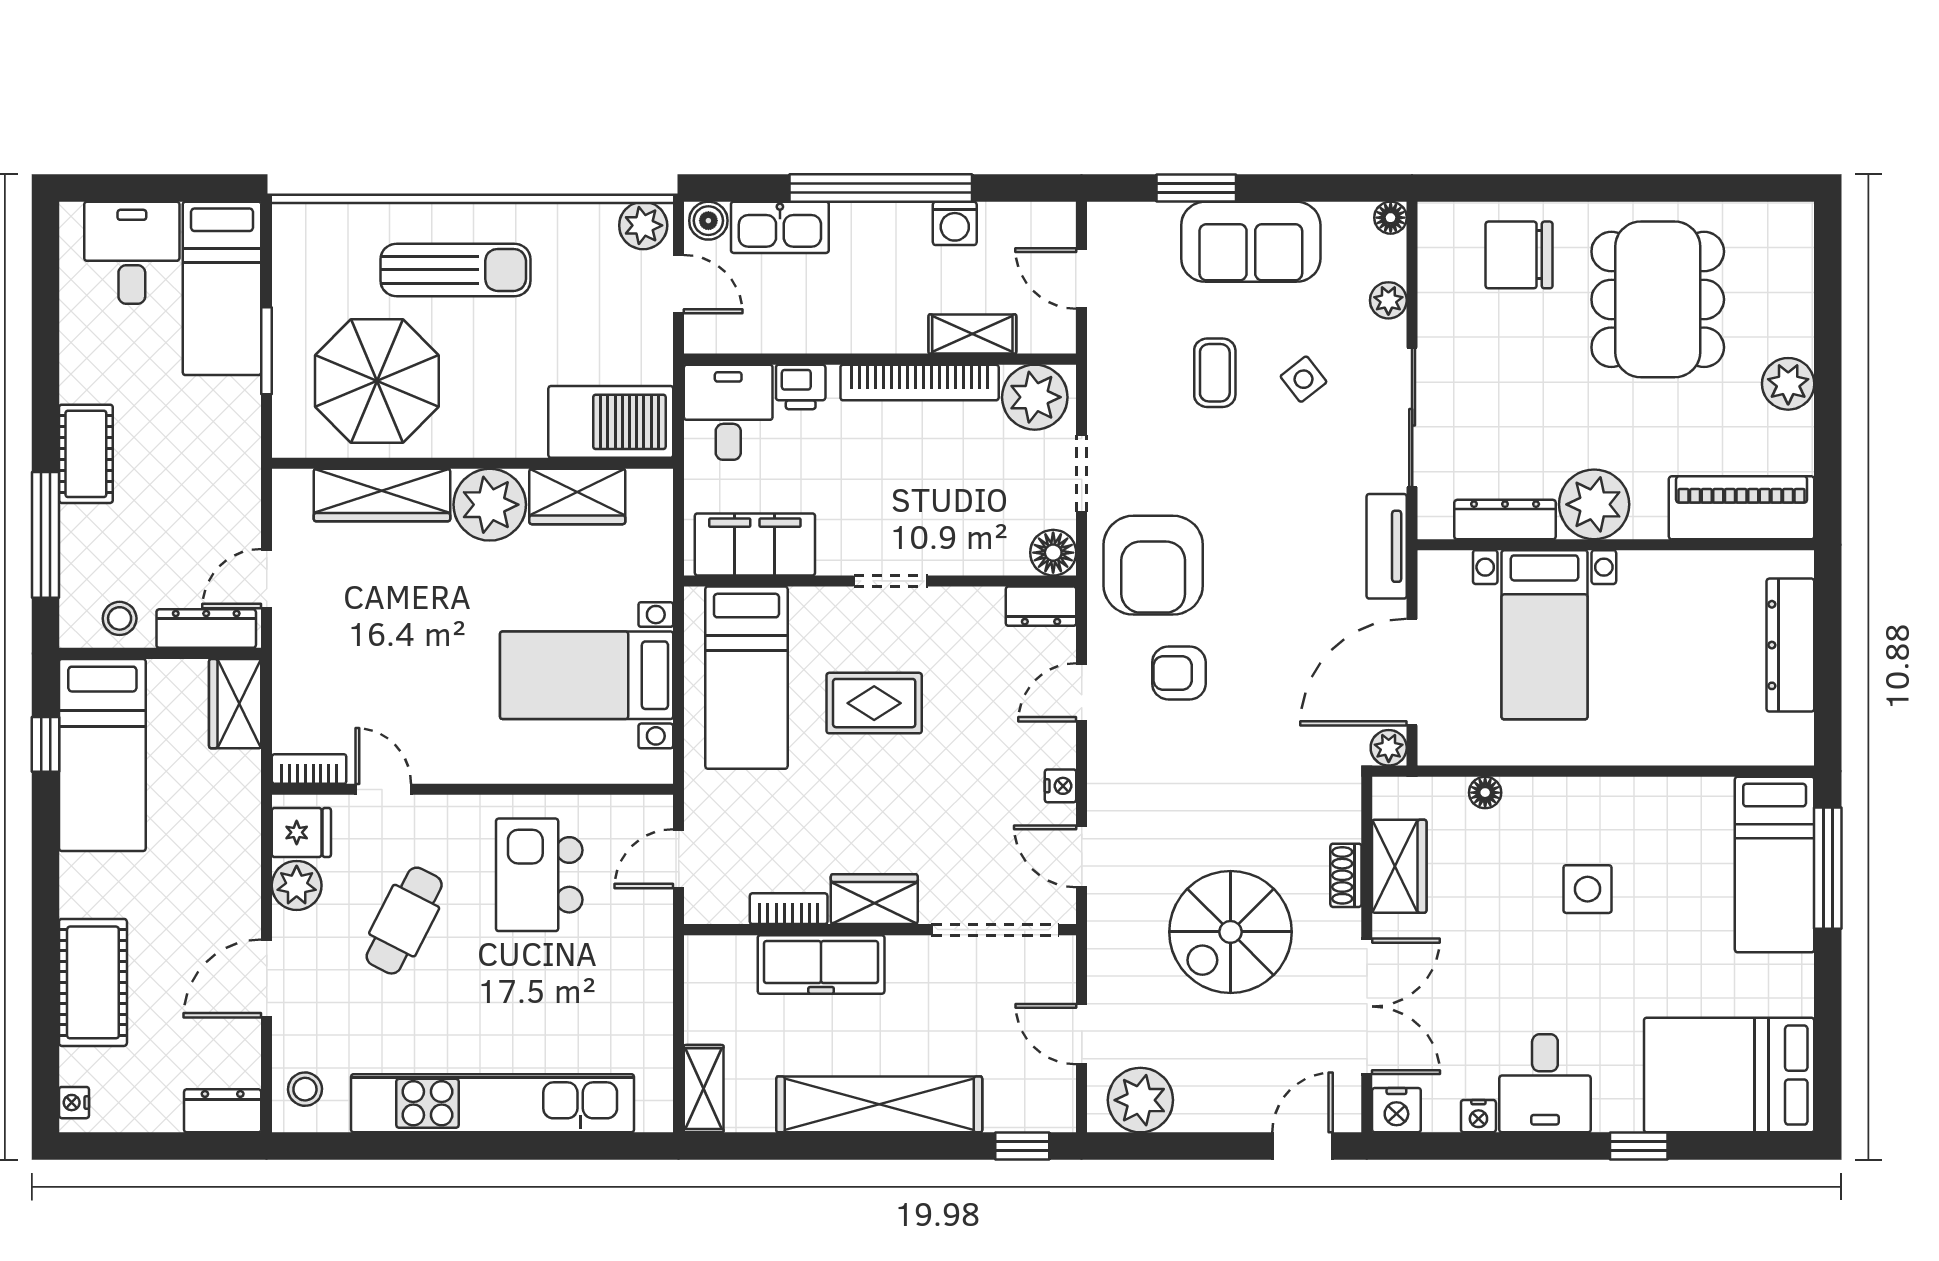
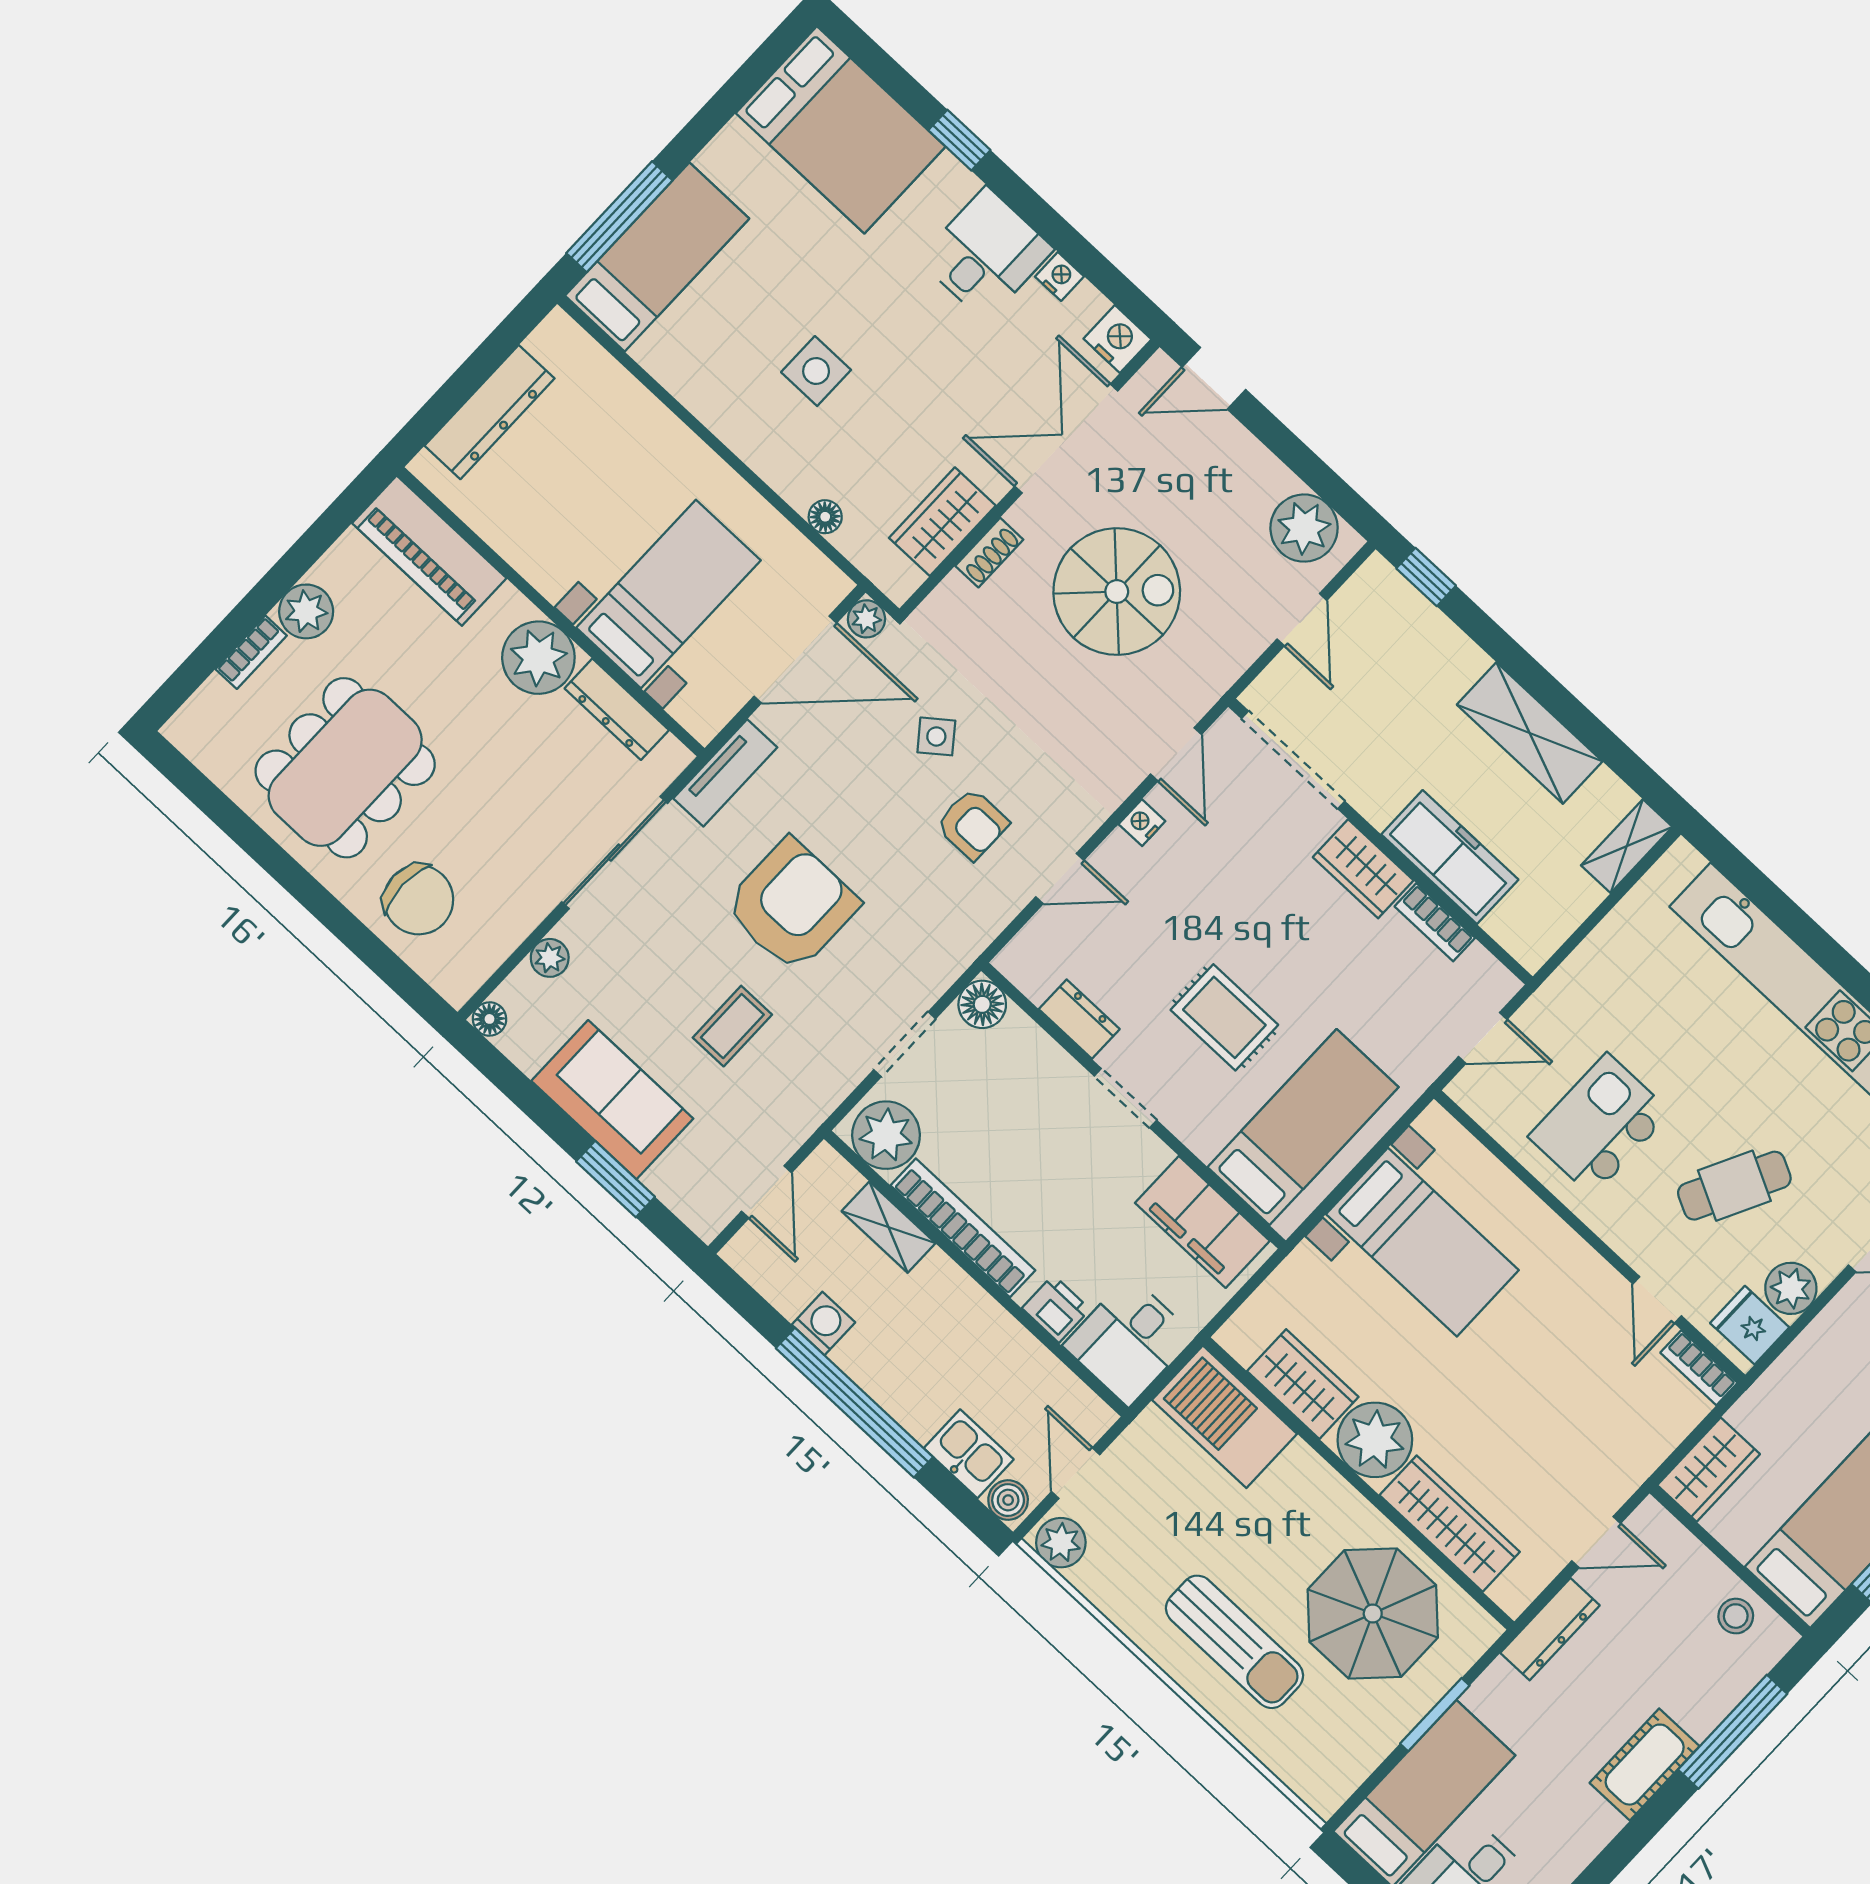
kitchen sink: (780, 227) -> (969, 1454), width x0.73
sun lounger: (455, 270) -> (1234, 1642), turned 180
bookcase: (1800, 319) -> (251, 652), added
side table: (1304, 379) -> (936, 736), moved
armchair: (1153, 565) -> (792, 905), moved
dresser: (1041, 606) -> (1079, 1019), moved
dresser: (206, 629) -> (1550, 1629), moved, turned -90
kitchen island: (539, 875) -> (1600, 1125), turned 180
shelving: (879, 1104) -> (1530, 733), width x0.68

